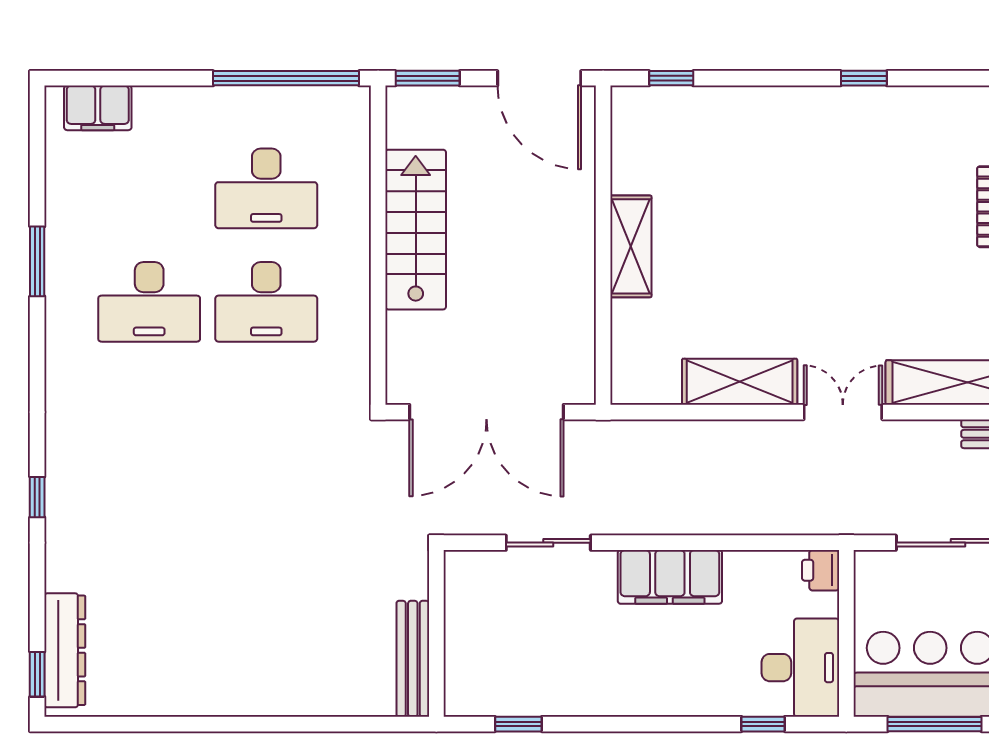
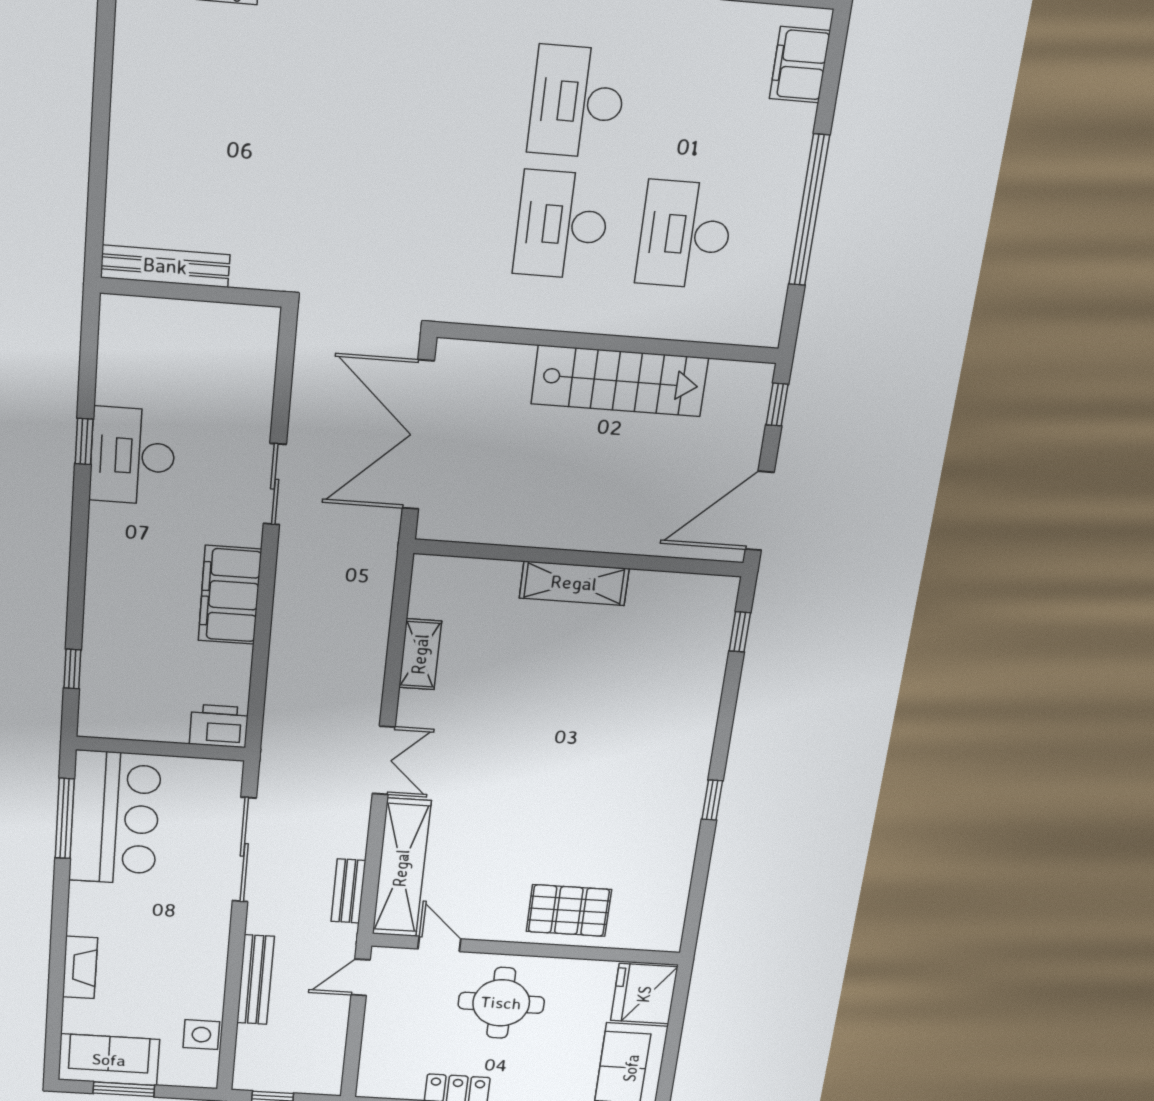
window: (286, 78) -> (809, 210), moved
window: (428, 78) -> (777, 405), width x0.67
shelving: (740, 382) -> (420, 654), width x0.67, depth x0.75
printer: (821, 570) -> (219, 726), width x1.36, depth x1.24
wall: (436, 633) -> (191, 292), moved
bench: (413, 659) -> (165, 266), moved
desk: (800, 668) -> (132, 456), moved, turned 90

